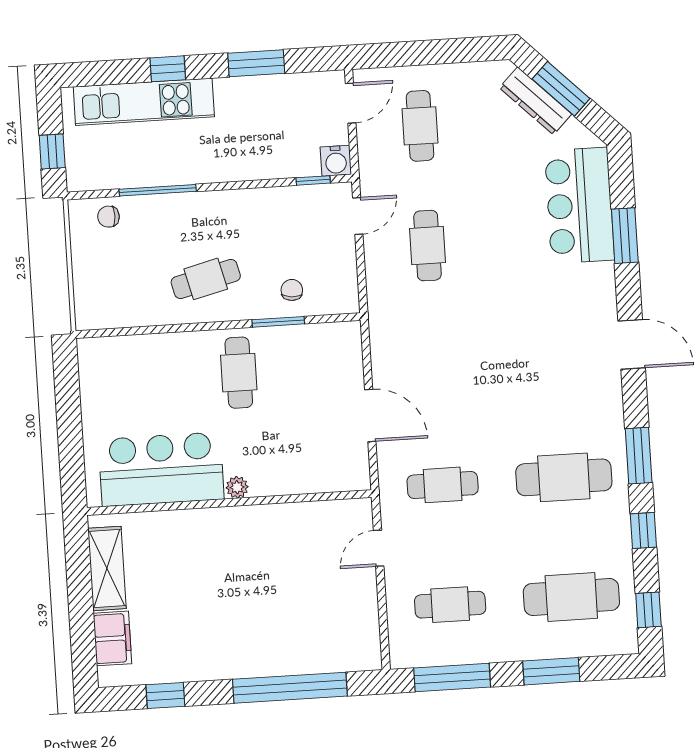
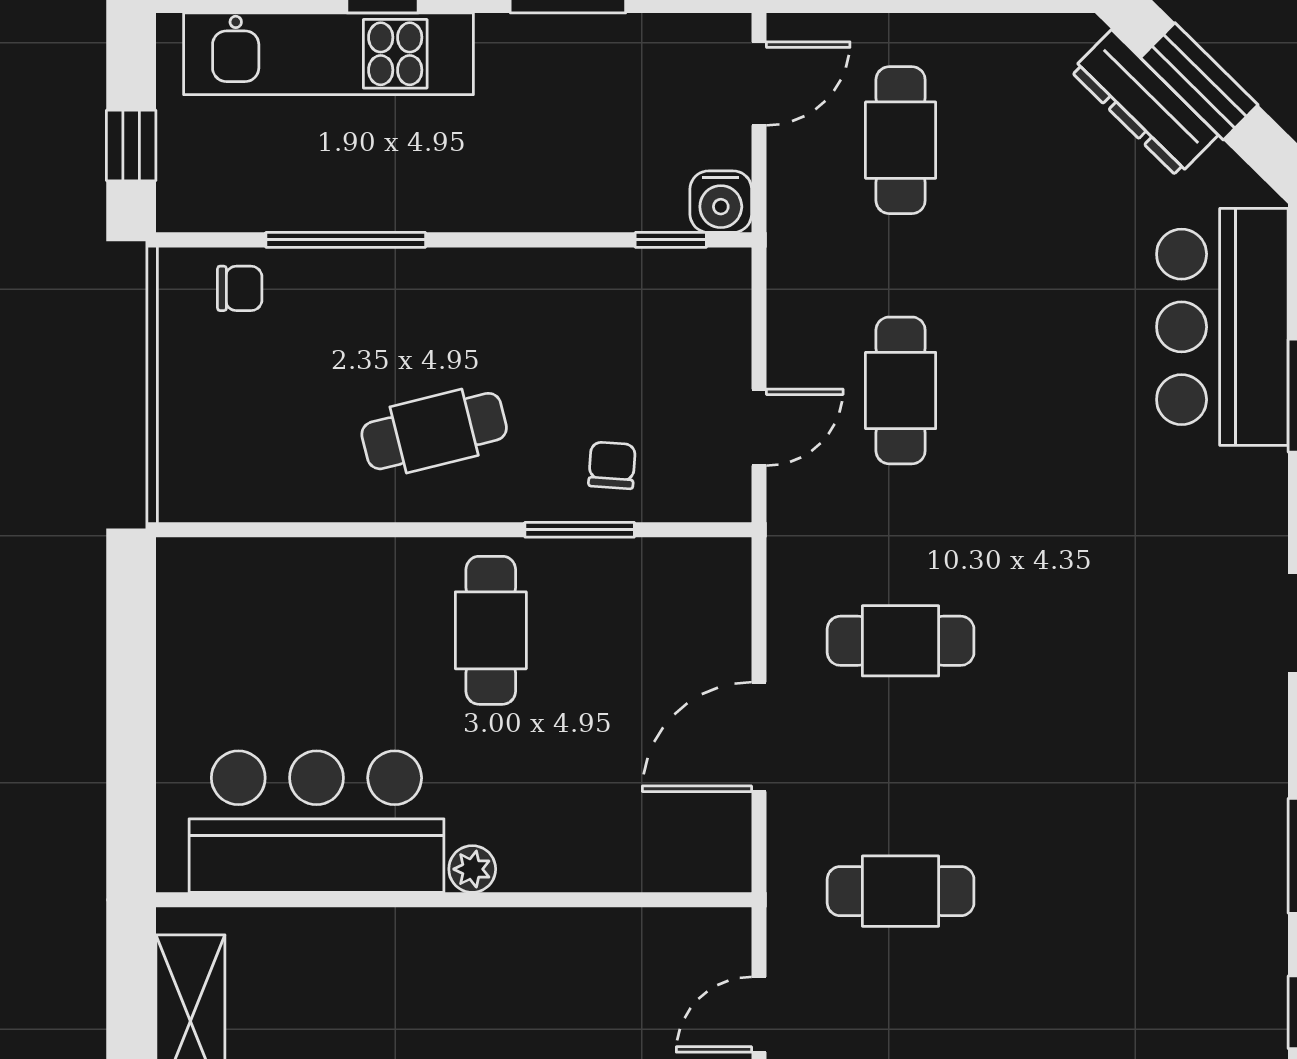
door: (358, 216) -> (759, 427), moved
chair: (108, 217) -> (240, 288), turned 180
door: (370, 415) -> (759, 737), swing flipped
cafe table: (564, 477) -> (901, 641), moved, width x0.73, depth x0.74

